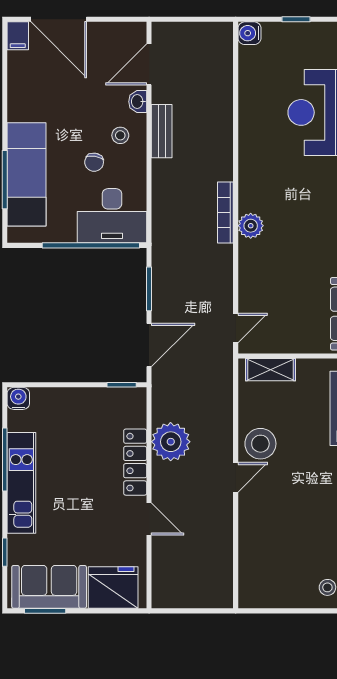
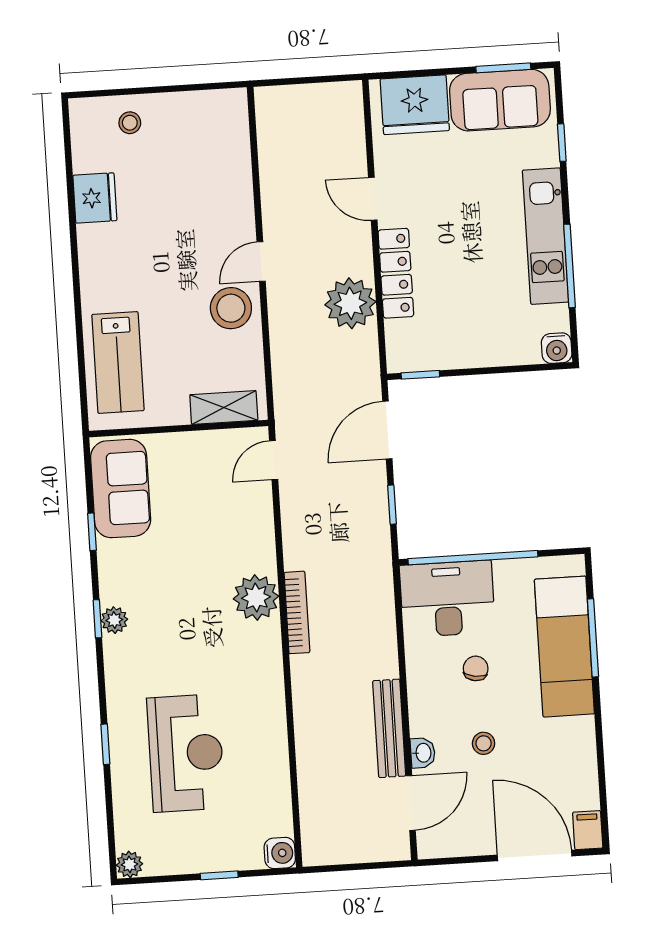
bench: (162, 131) -> (389, 728), width x1.36
stool: (120, 135) -> (484, 743), moved
plant: (251, 226) -> (256, 597), width x1.36, depth x1.36
window: (149, 289) -> (392, 505), width x0.67

